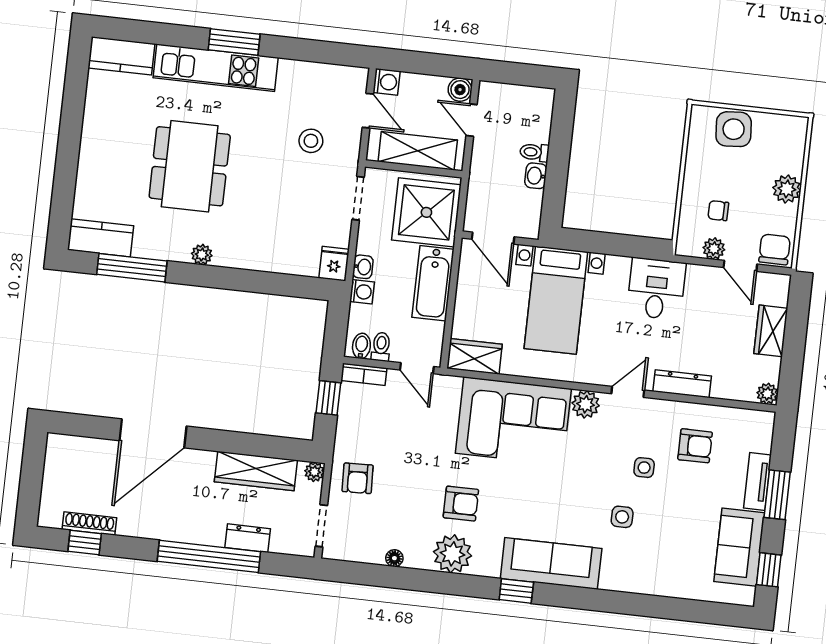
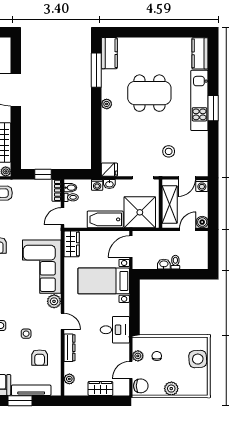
plant: (767, 394) -> (69, 379), moved
tv unit: (757, 481) -> (31, 390), width x1.41

